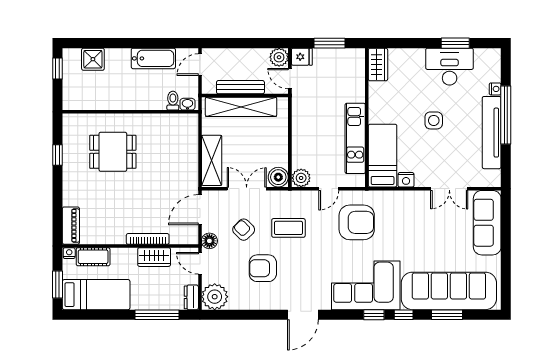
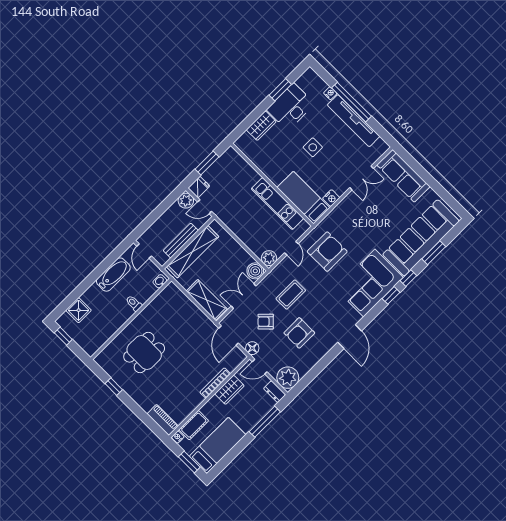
wardrobe: (378, 65) -> (261, 126), moved, turned 90
toilet: (173, 101) -> (134, 303), moved

